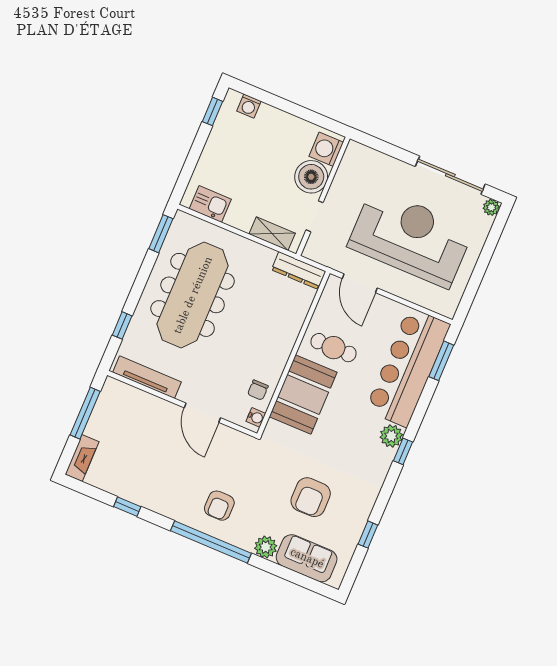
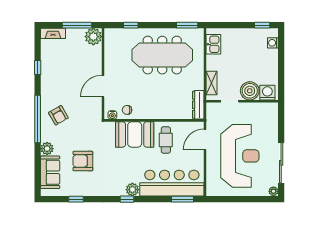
tv unit: (147, 377) -> (109, 49), removed
plant: (115, 394) -> (93, 37), added
armchair: (219, 506) -> (58, 115), turned -120

